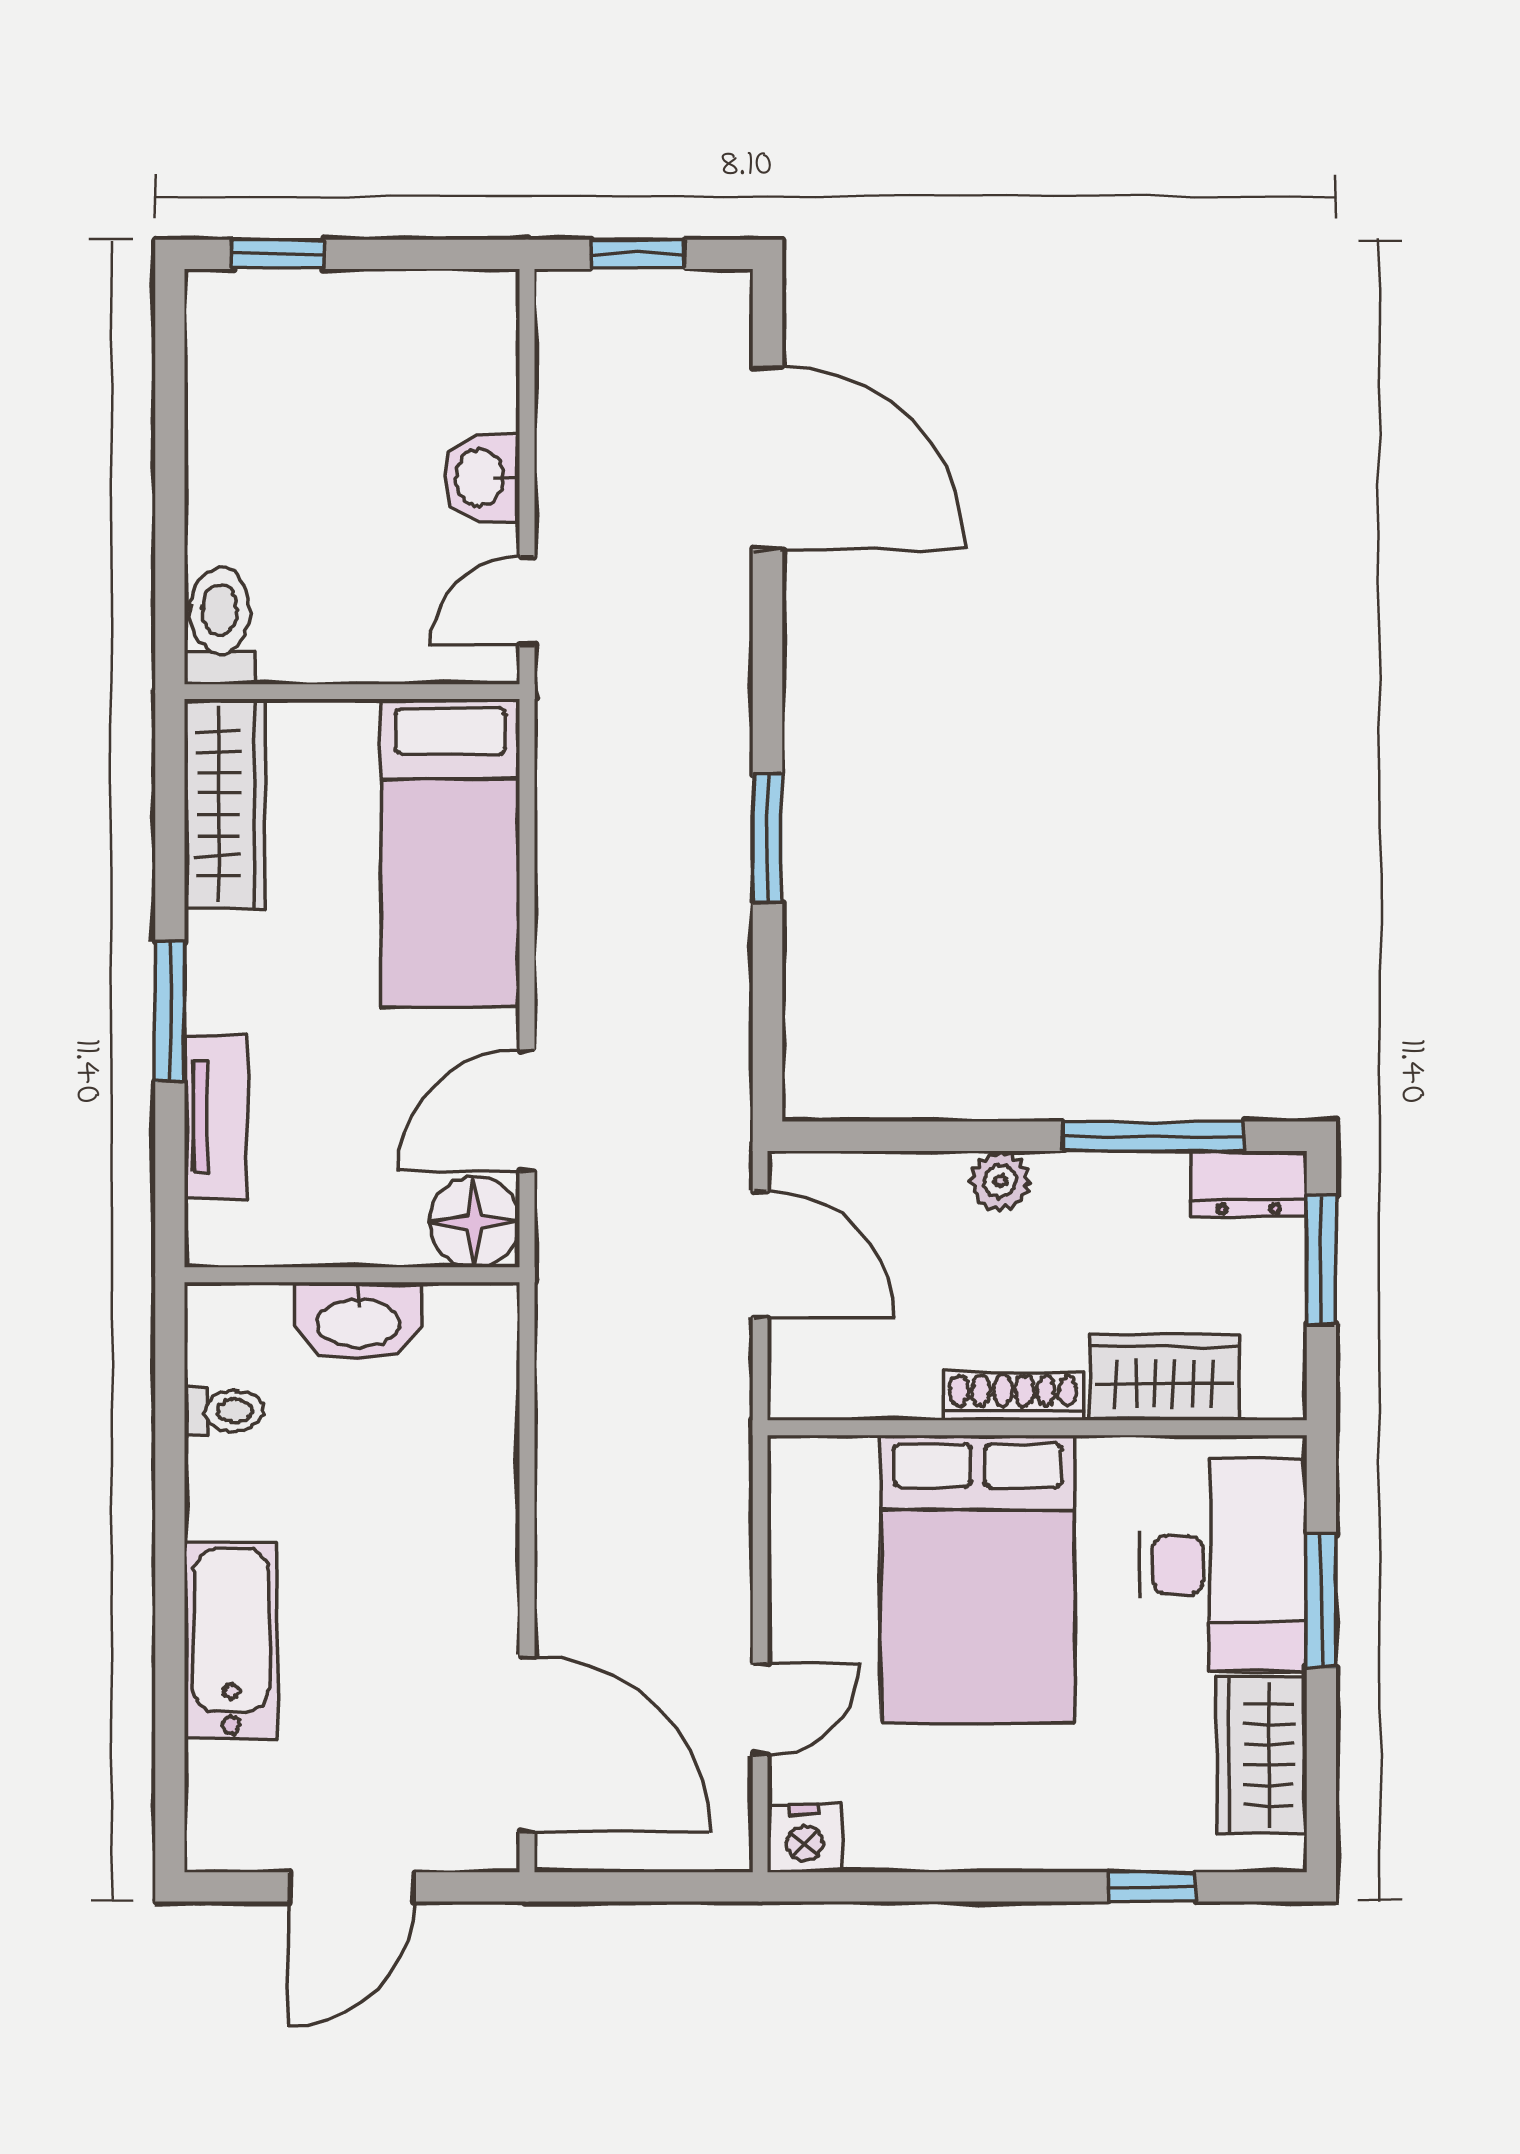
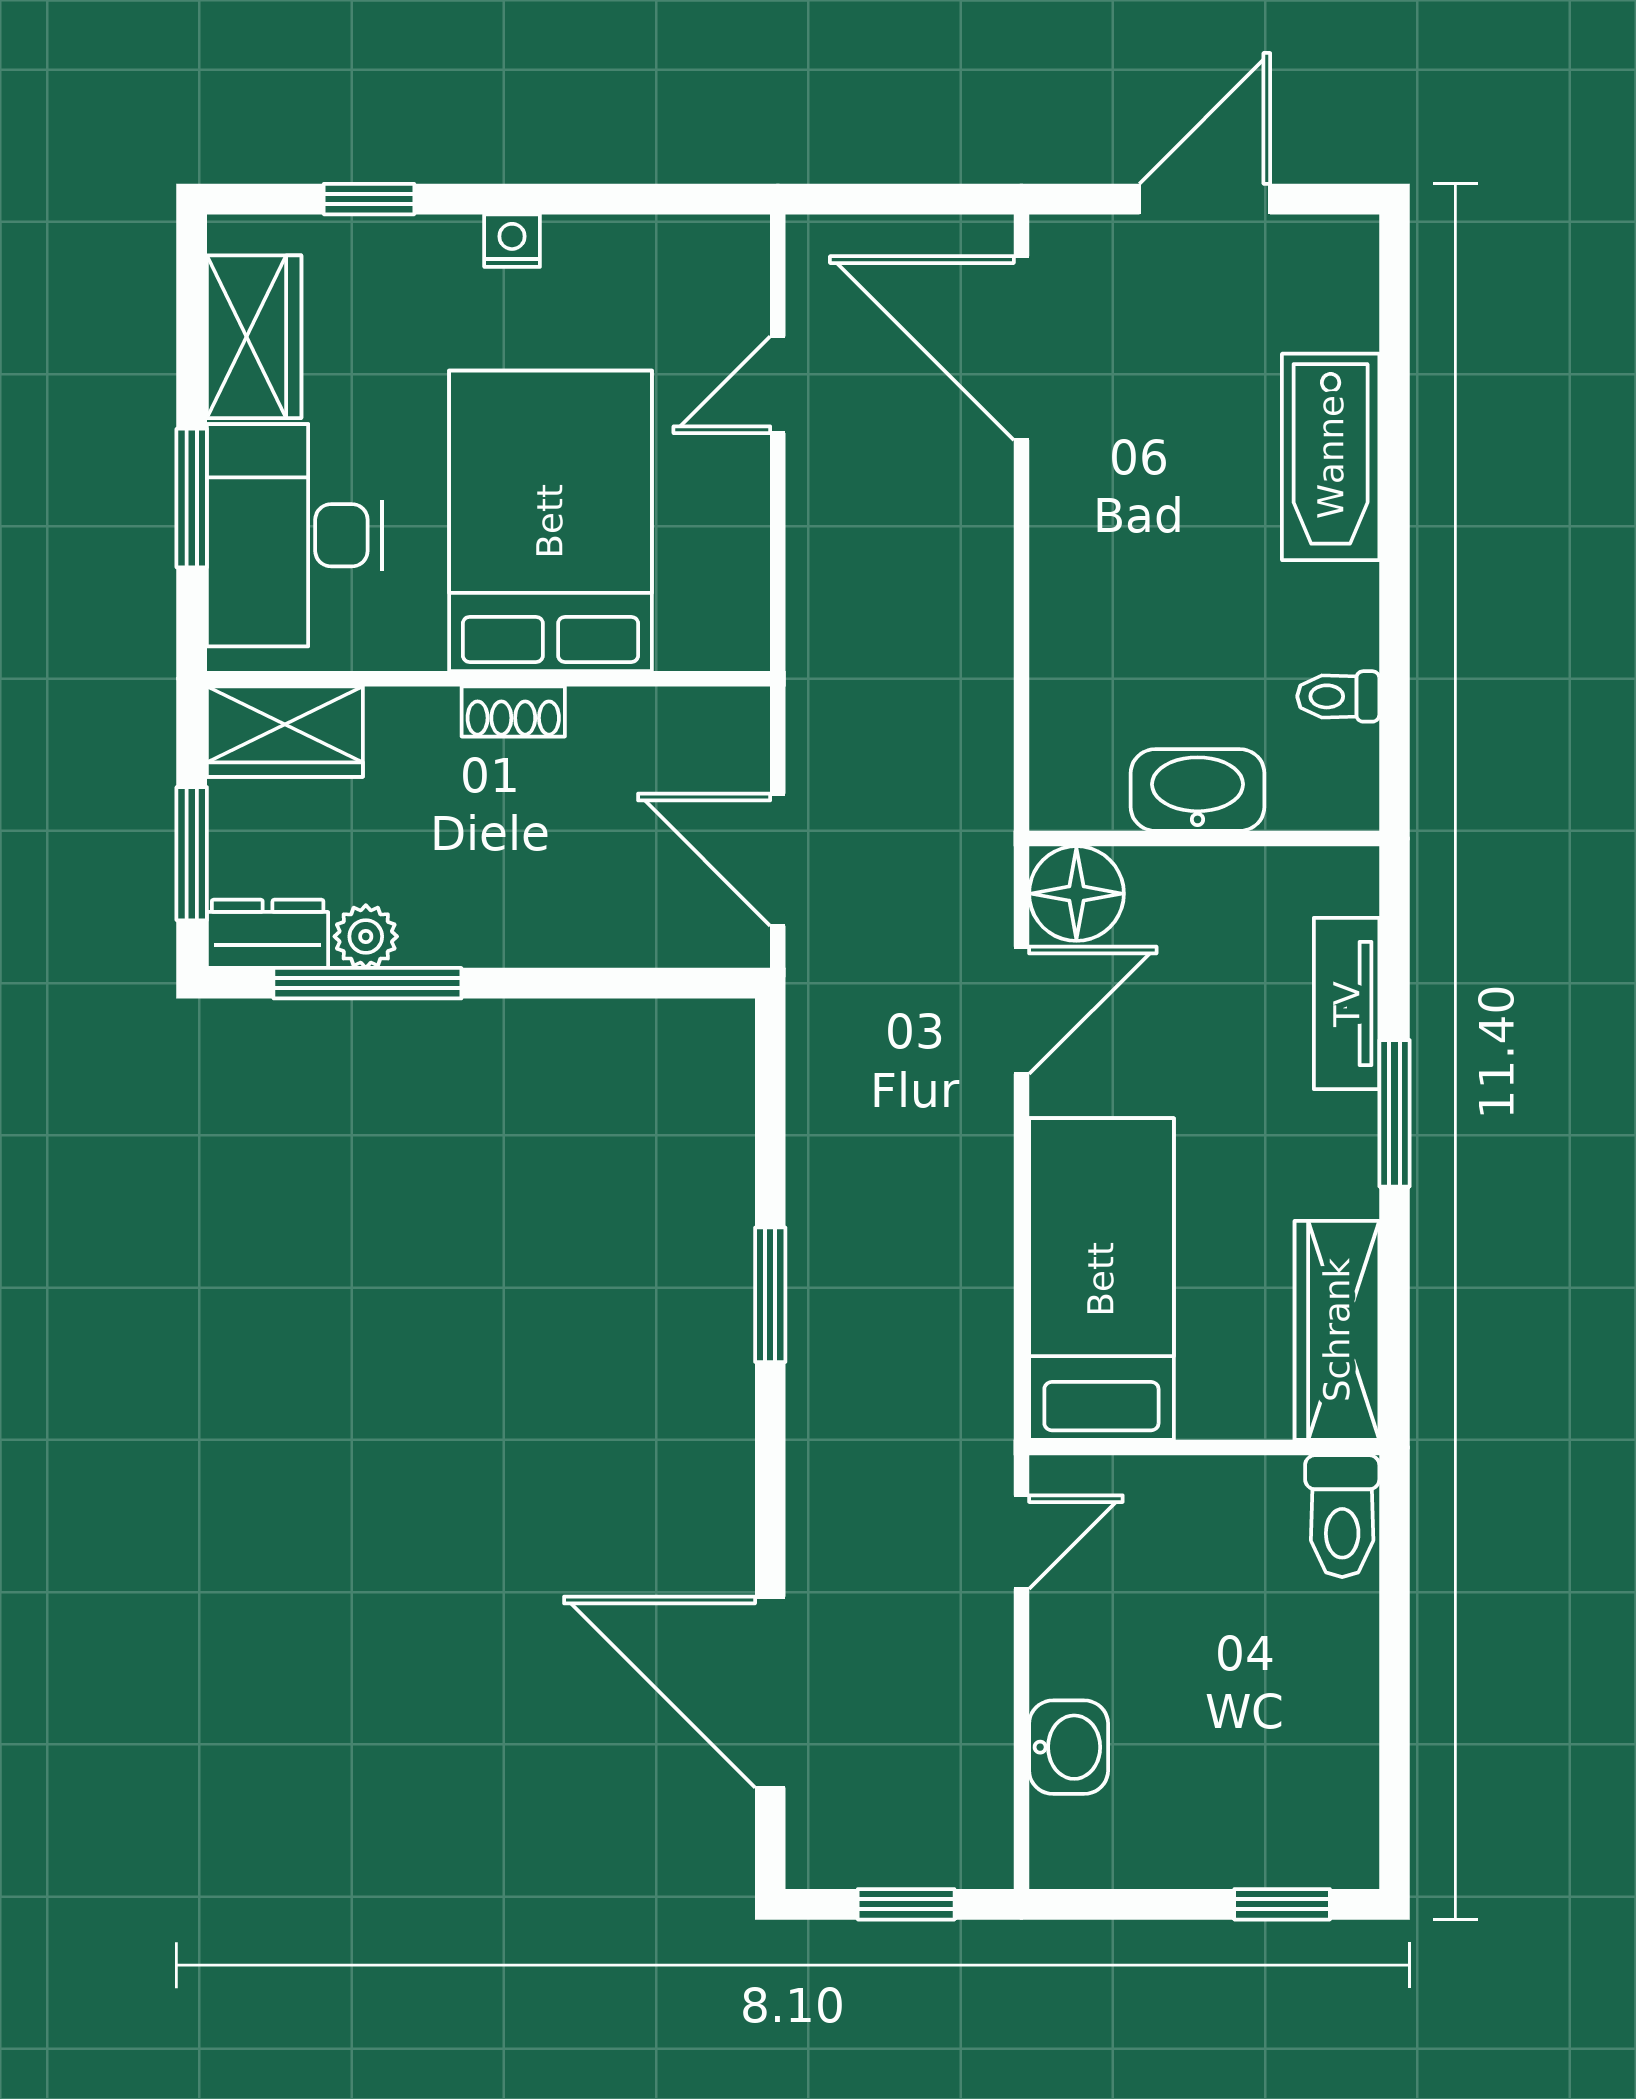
washbasin: (482, 478) -> (1069, 1747), moved
plant: (1000, 1181) -> (366, 936), moved
wardrobe: (1165, 1377) -> (285, 732), moved
shoe rack: (1014, 1396) -> (513, 711), width x0.70
nightstand: (805, 1838) -> (512, 241), moved, width x0.72, depth x0.74

